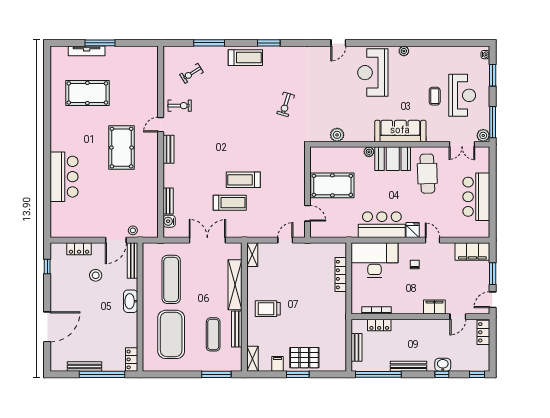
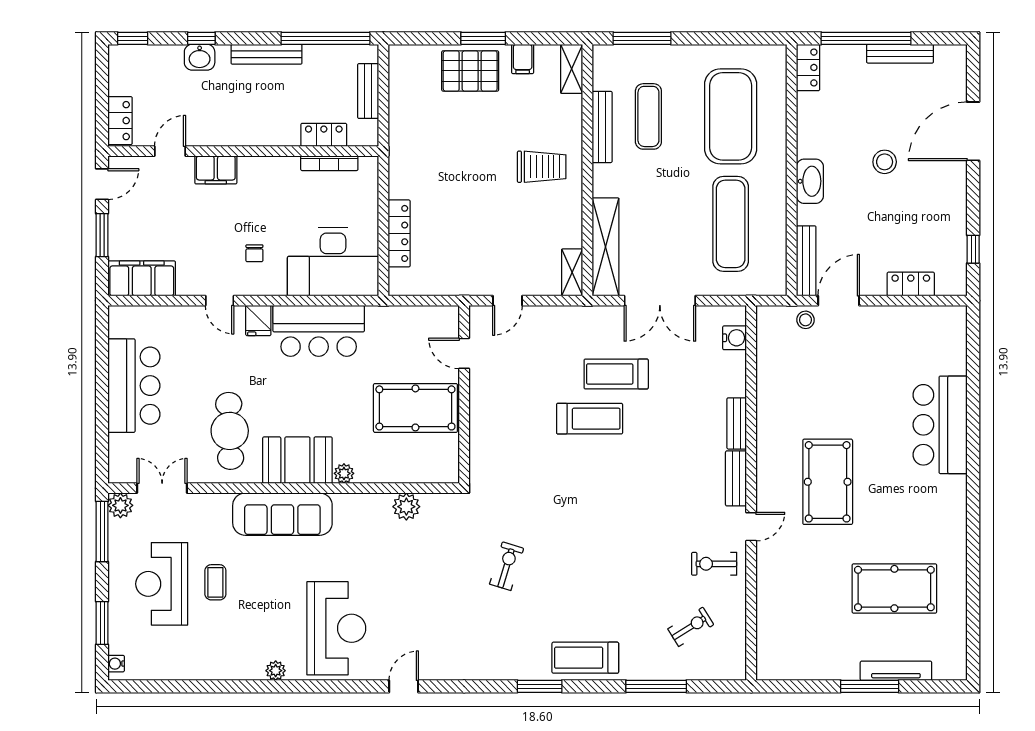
bench: (168, 201) -> (737, 423), moved
stool: (96, 275) -> (885, 162), moved
shelving: (235, 285) -> (606, 247), moved

